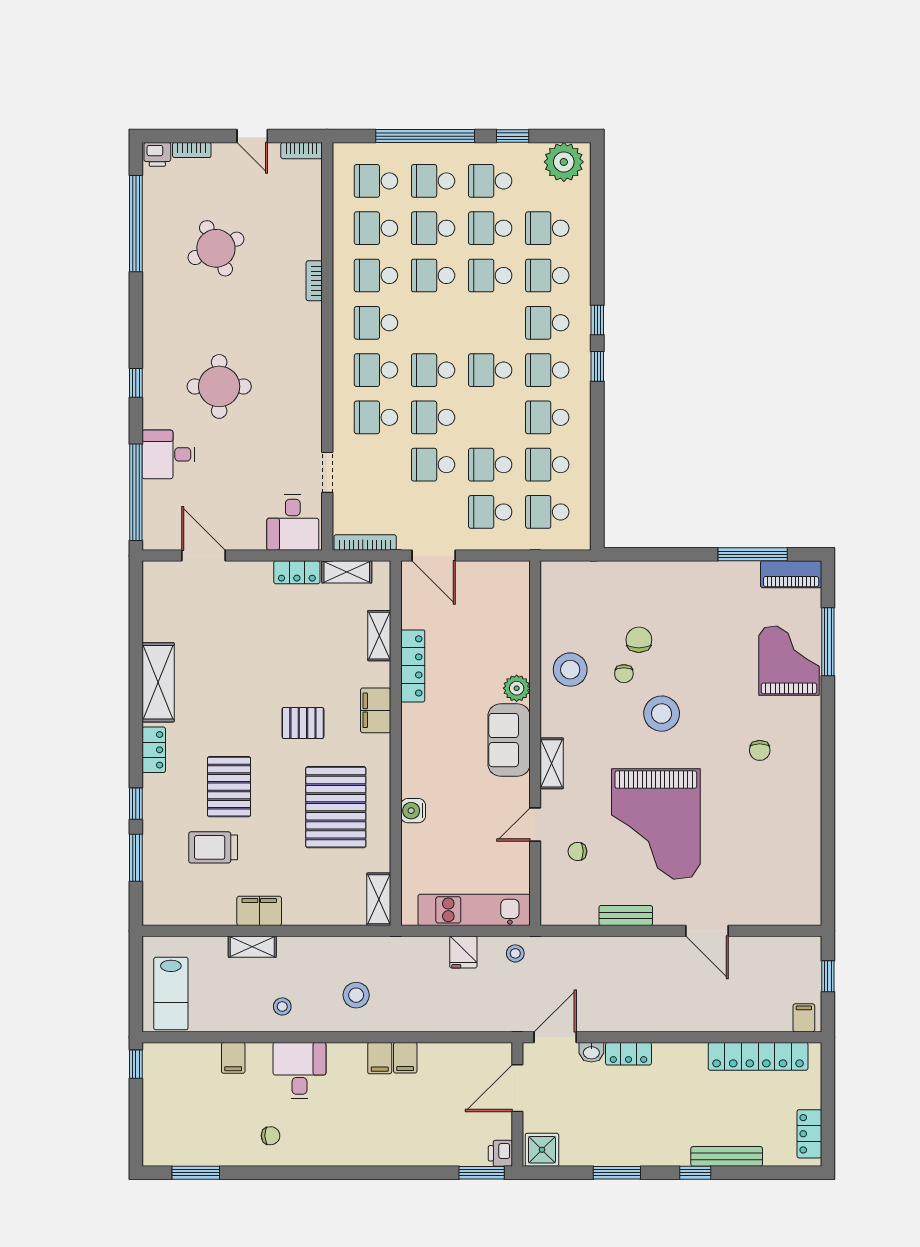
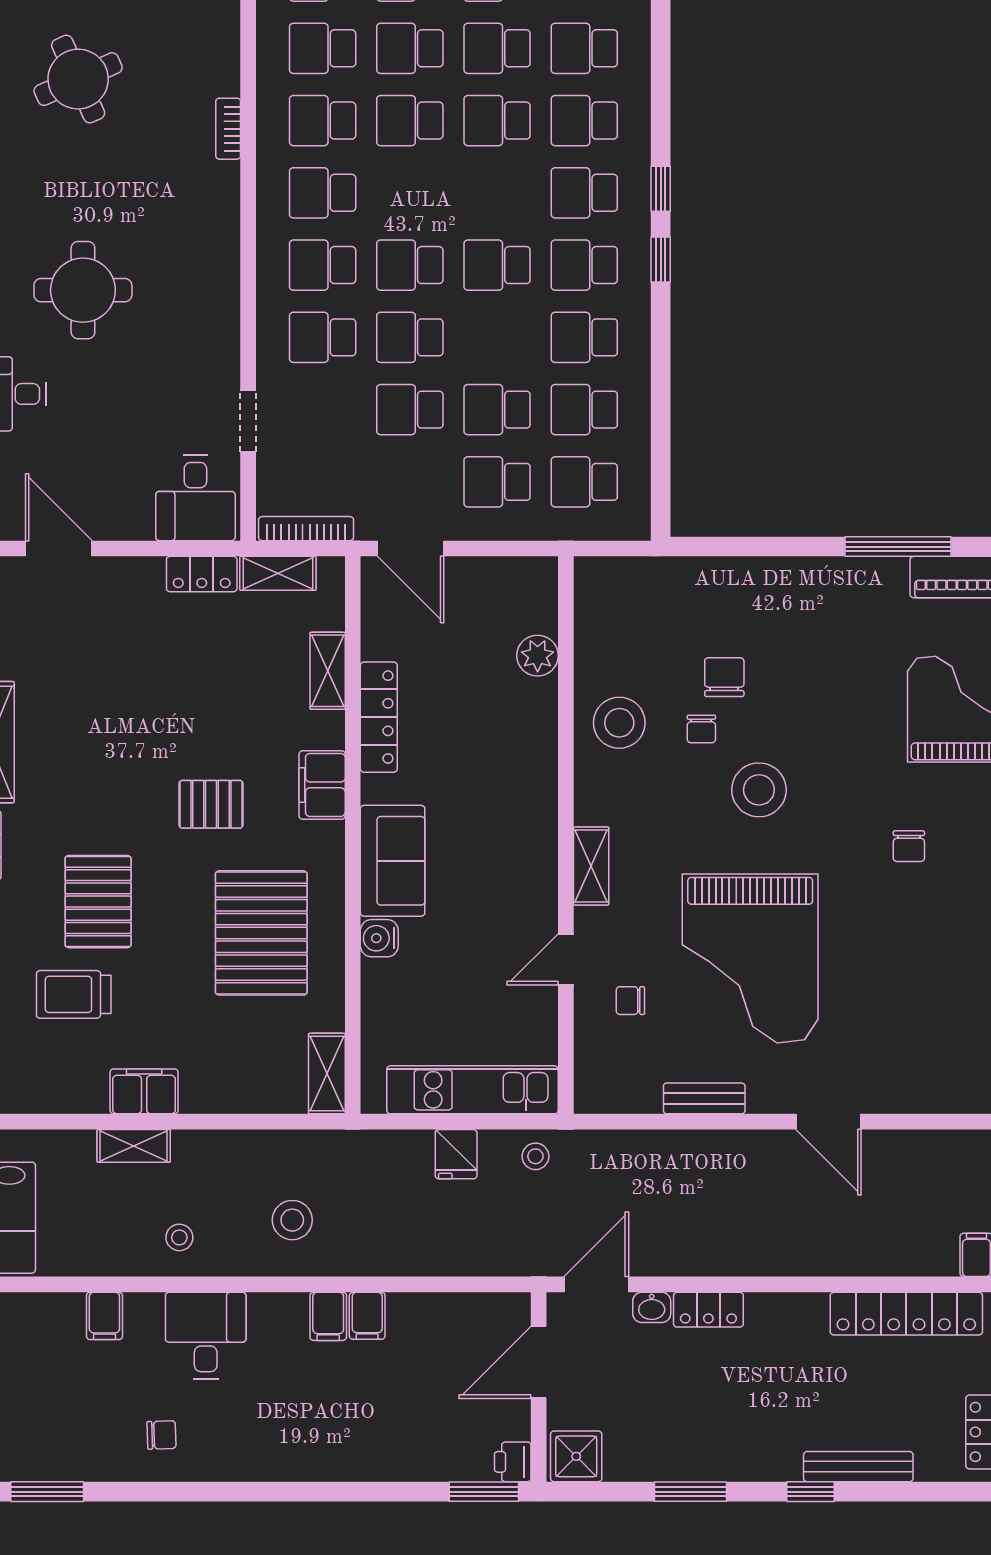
plant: (517, 688) -> (538, 656), moved
sofa: (509, 740) -> (393, 861), moved, turned 180

